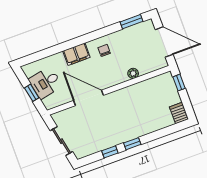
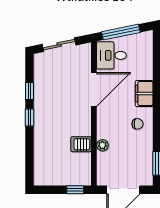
desk: (45, 83) -> (111, 55), moved, turned -79
window: (32, 93) -> (121, 32), width x2.17
server rack: (179, 113) -> (81, 144), moved, turned 180

